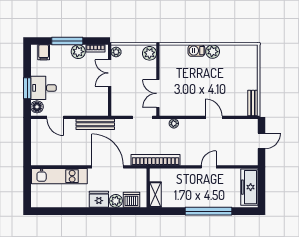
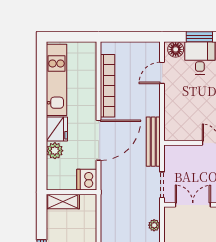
bench: (95, 124) -> (153, 142), moved
bookcase: (155, 160) -> (108, 86), moved
kitchen unit: (59, 176) -> (56, 80), moved, turned 180
dishwasher: (131, 200) -> (87, 180), moved, turned 180

